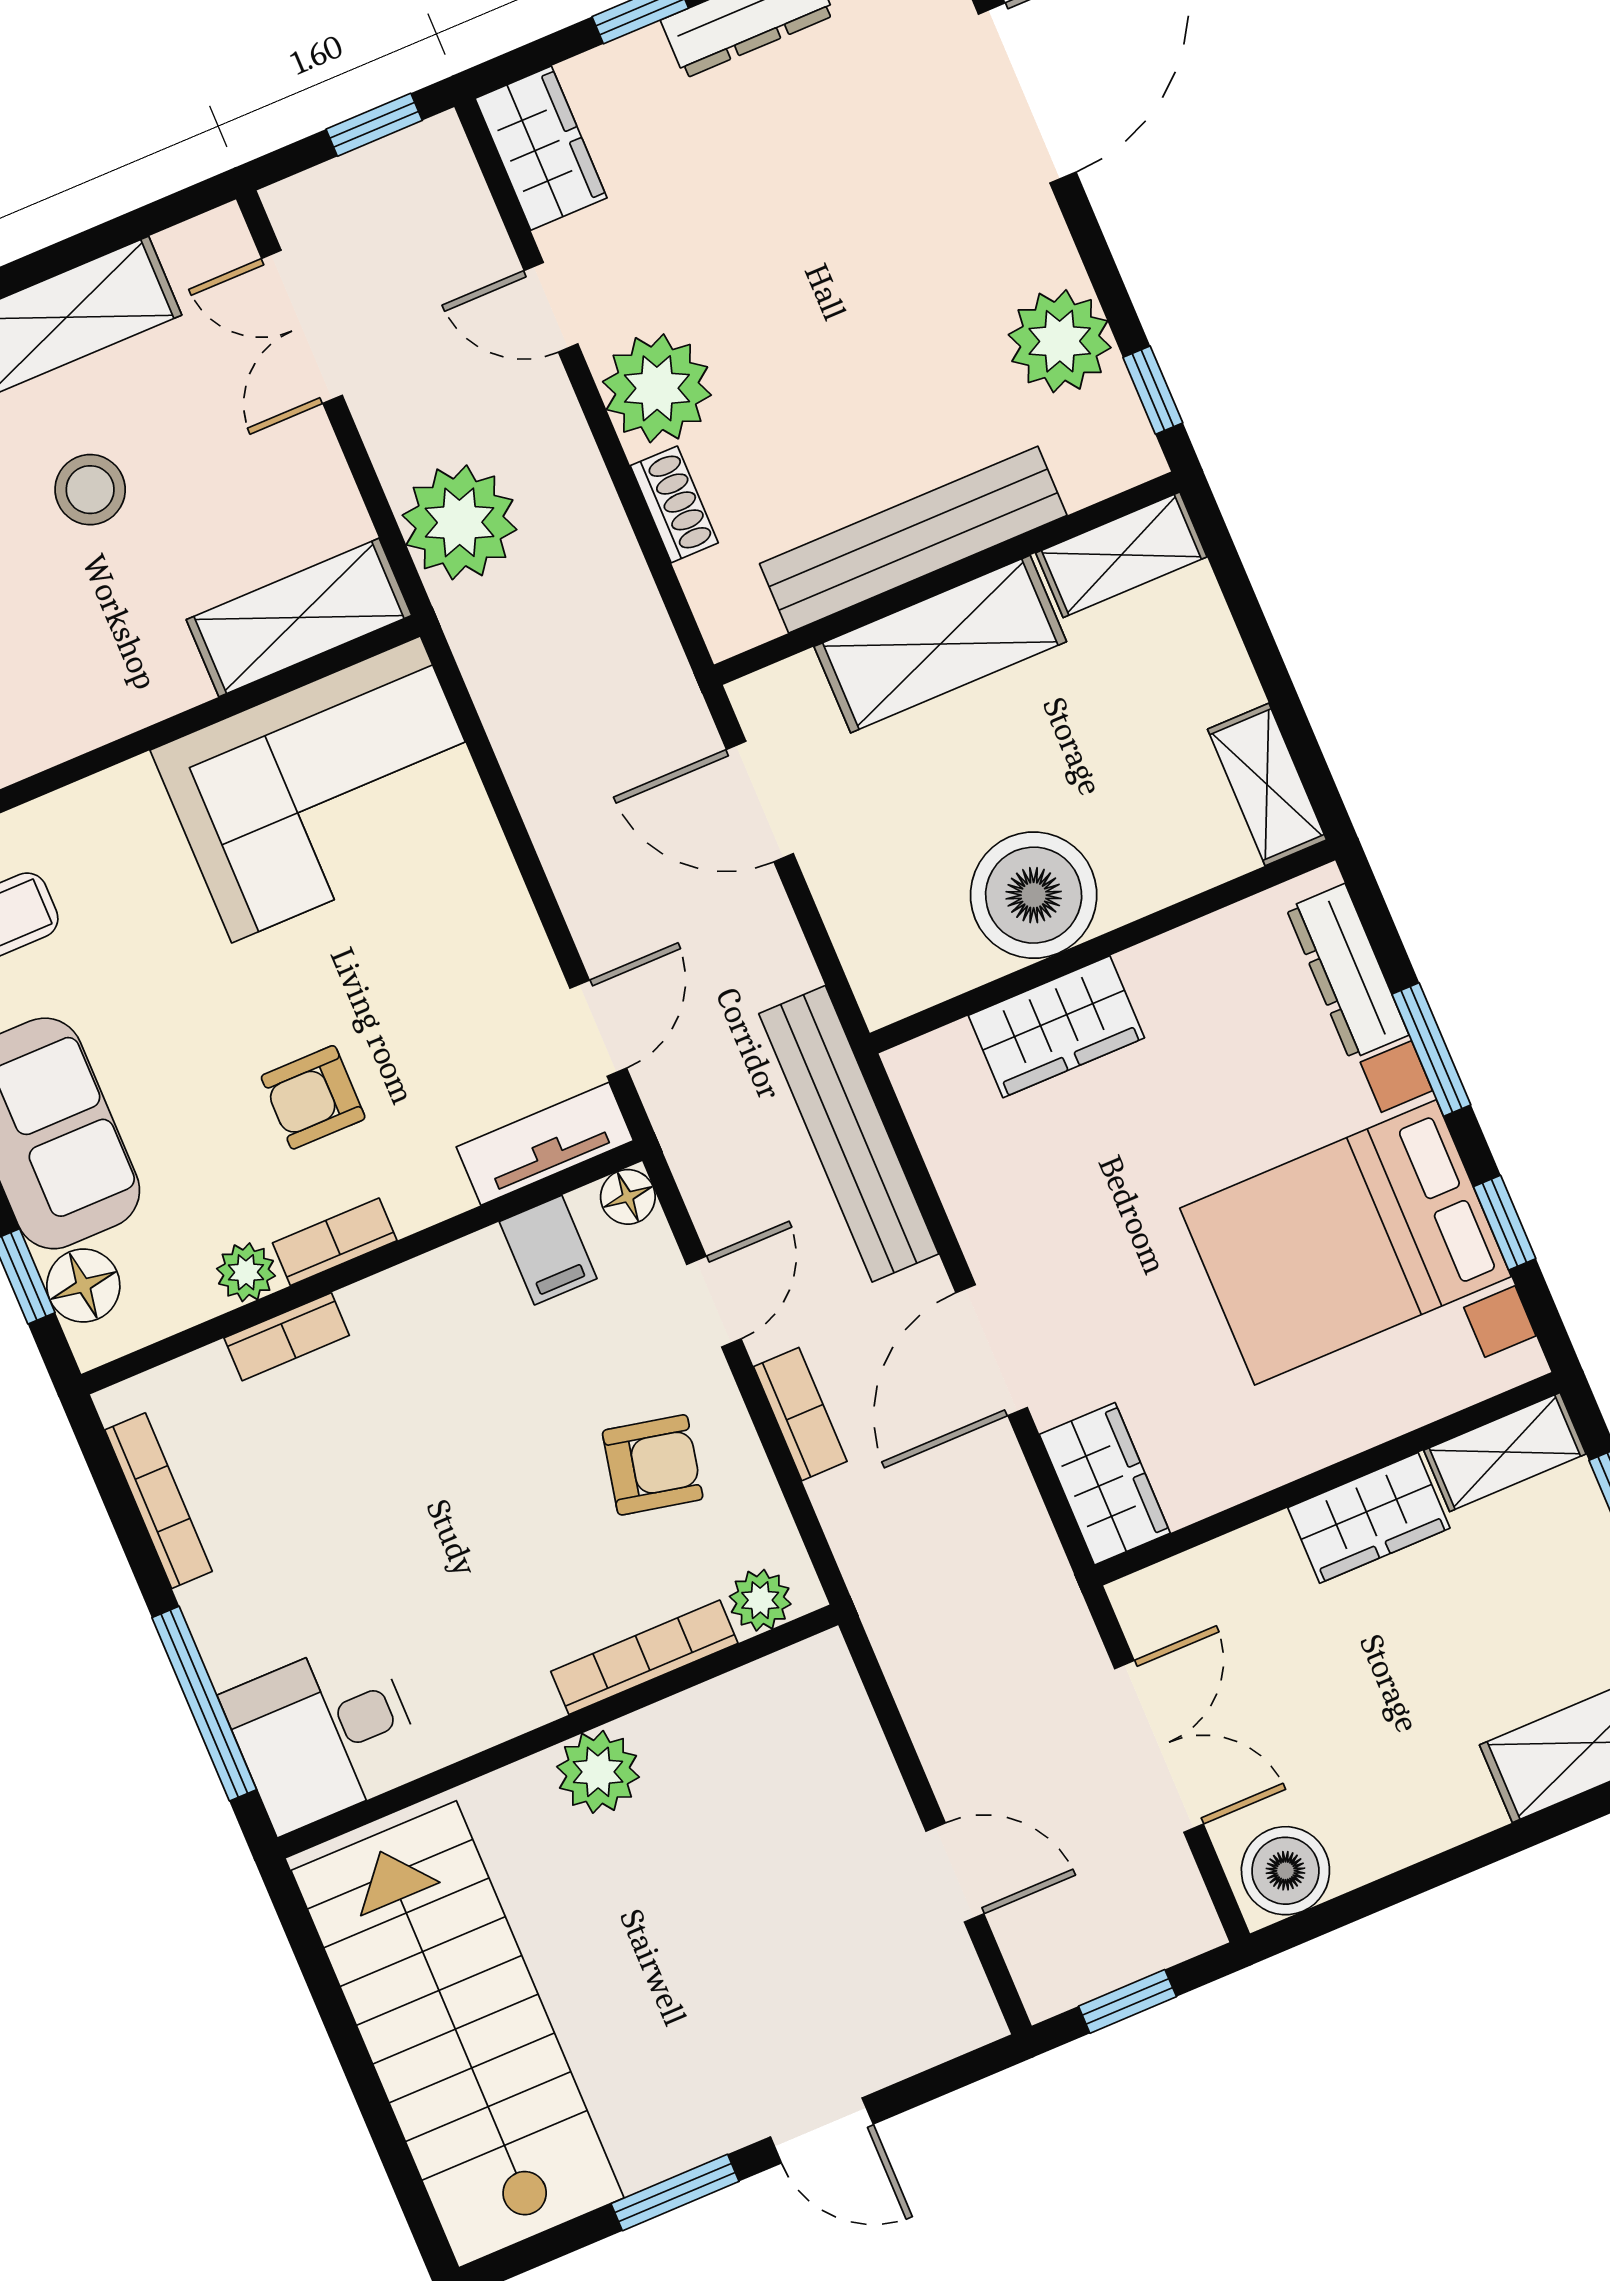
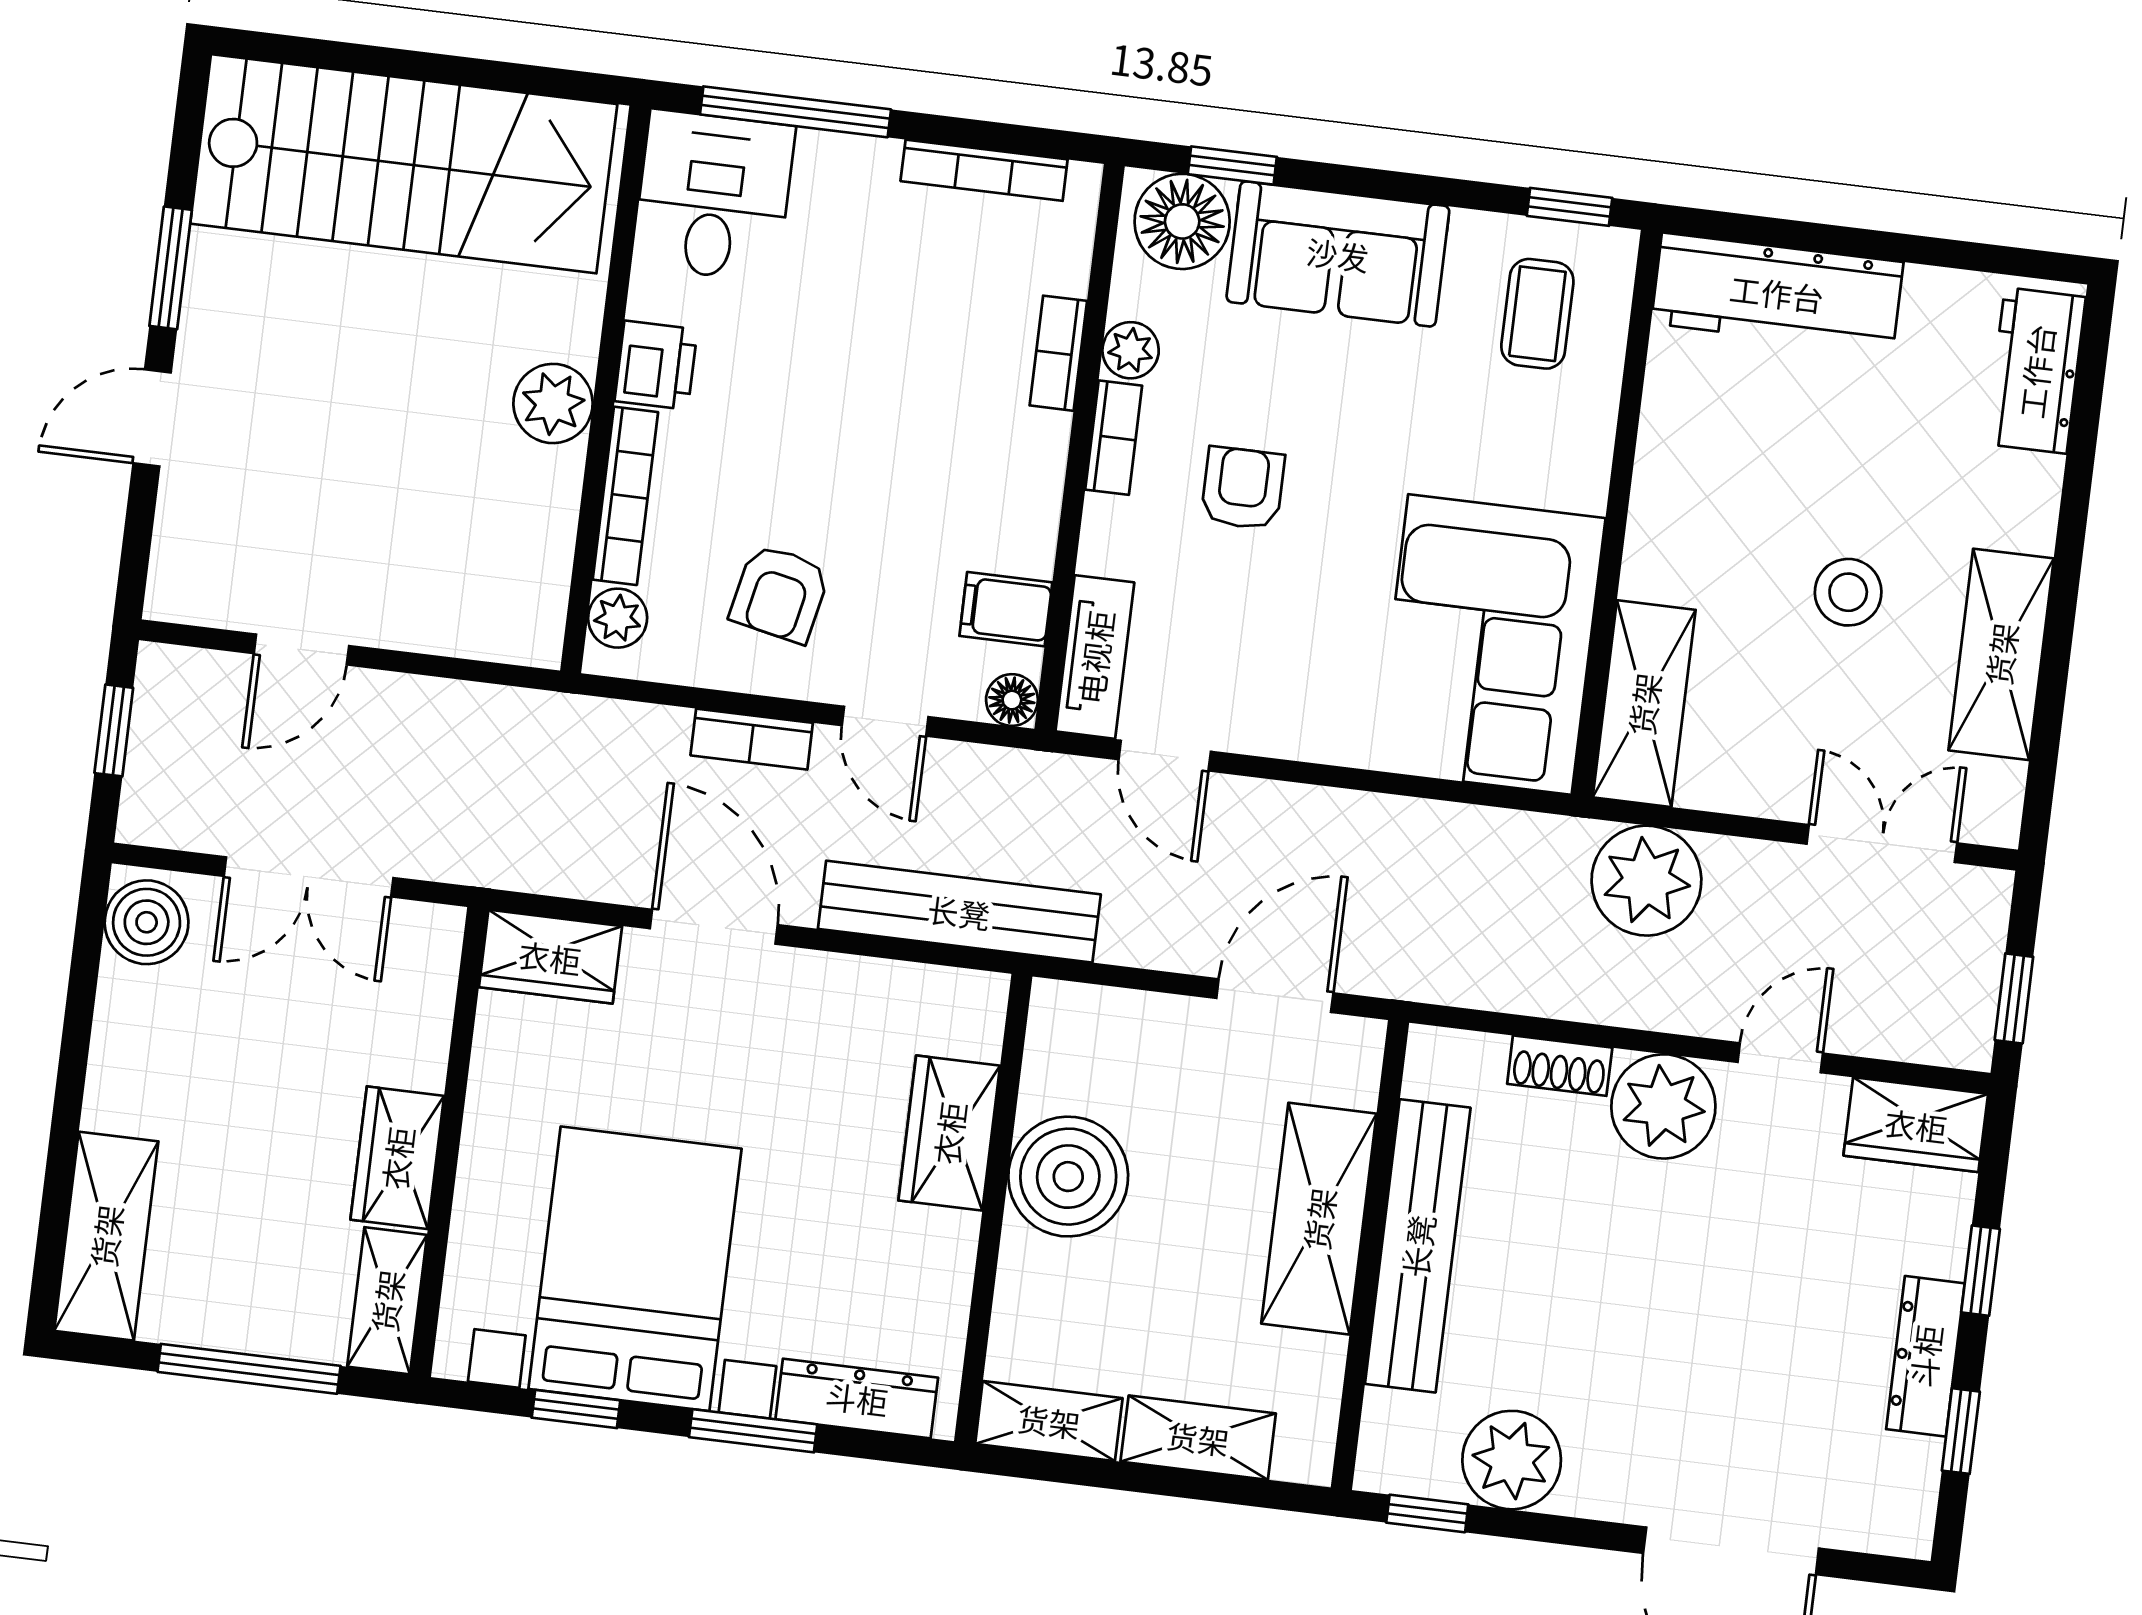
shelving: (1121, 555) -> (1198, 1438), moved, turned 90
floor lamp: (83, 1286) -> (1182, 221), width x1.38, depth x1.38
printer: (509, 1698) -> (656, 365), added

